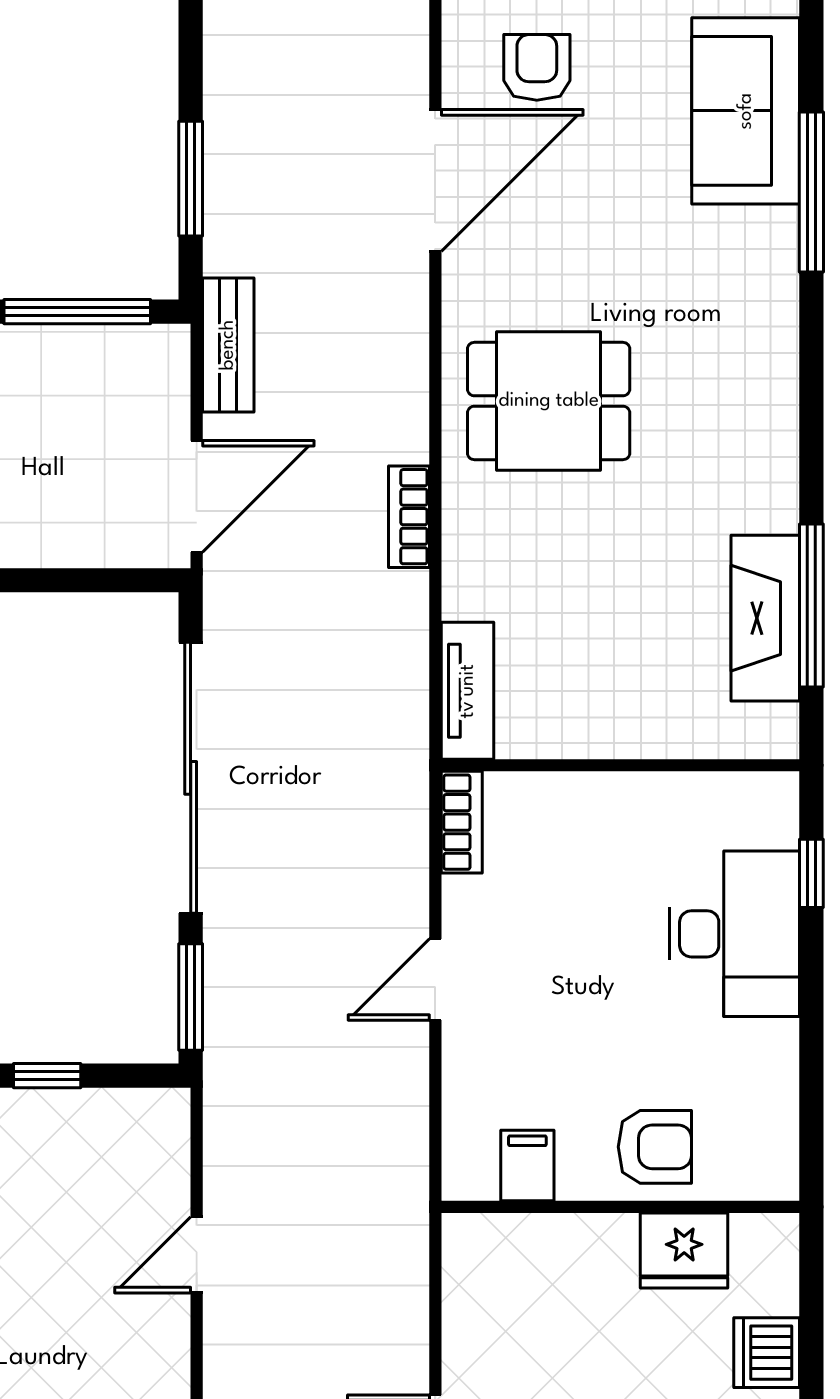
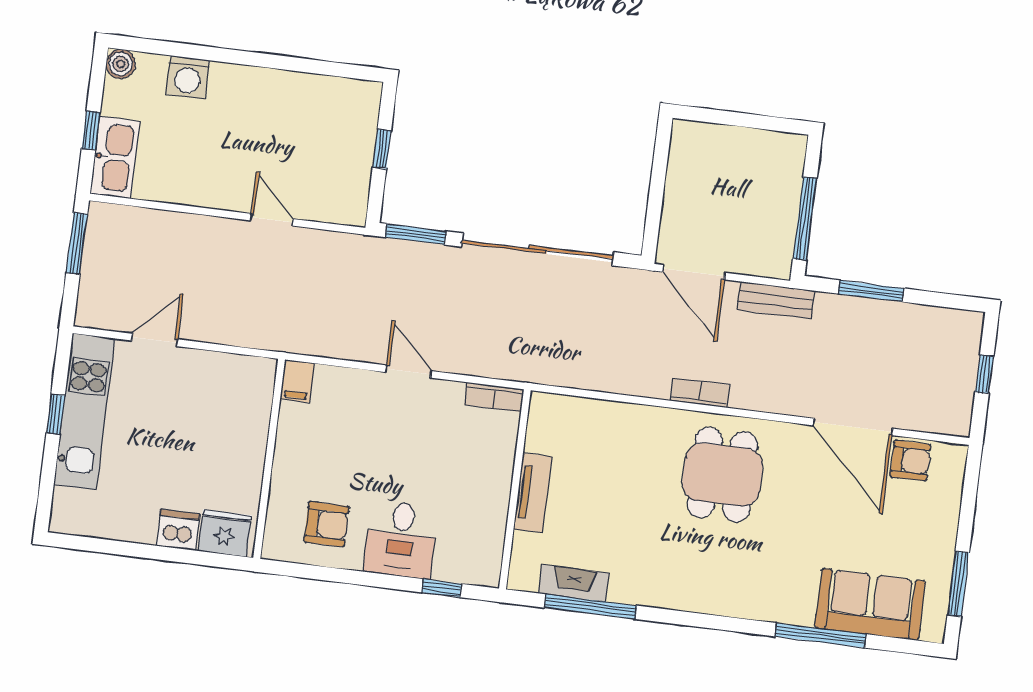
armchair: (537, 67) -> (910, 461), moved
bookcase: (409, 517) -> (700, 393), moved
fireplace: (765, 618) -> (574, 583), width x0.73, depth x0.76
tv unit: (468, 691) -> (533, 493), moved, turned -90
desk: (734, 934) -> (401, 540), width x0.73
armchair: (655, 1147) -> (327, 524), moved, turned -90
filing cabinet: (527, 1166) -> (297, 381), moved, turned 90
fridge: (684, 1250) -> (225, 533), moved, turned 90

